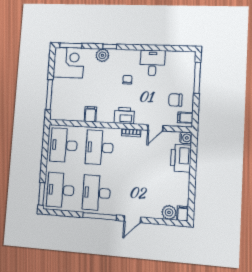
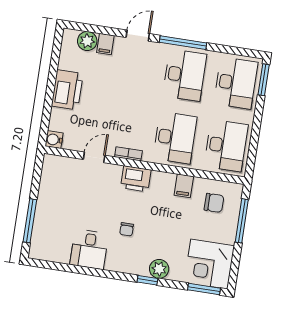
chair: (175, 100) -> (214, 203), moved
filing cabinet: (185, 118) -> (52, 167), removed
printer: (181, 158) -> (67, 90), moved
filing cabinet: (183, 213) -> (105, 44), moved

